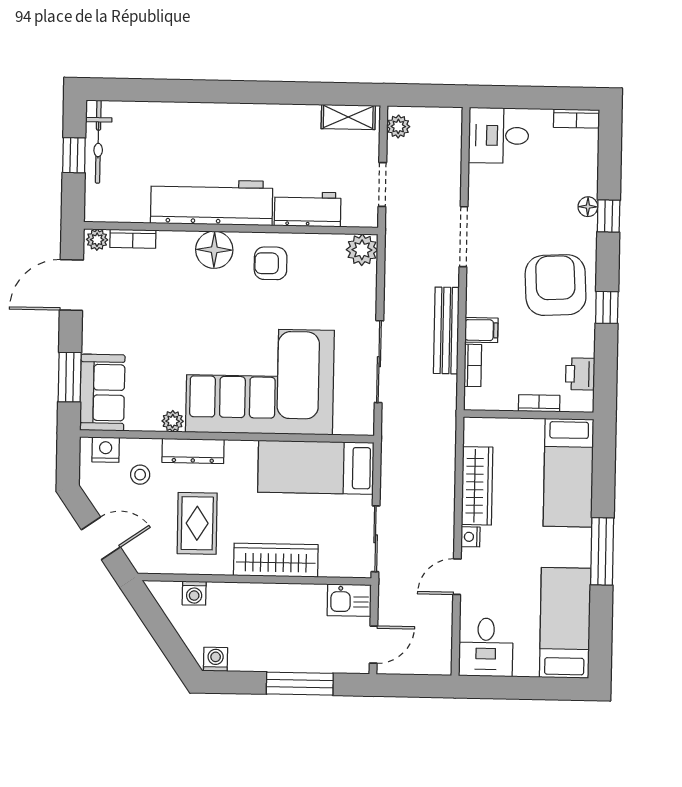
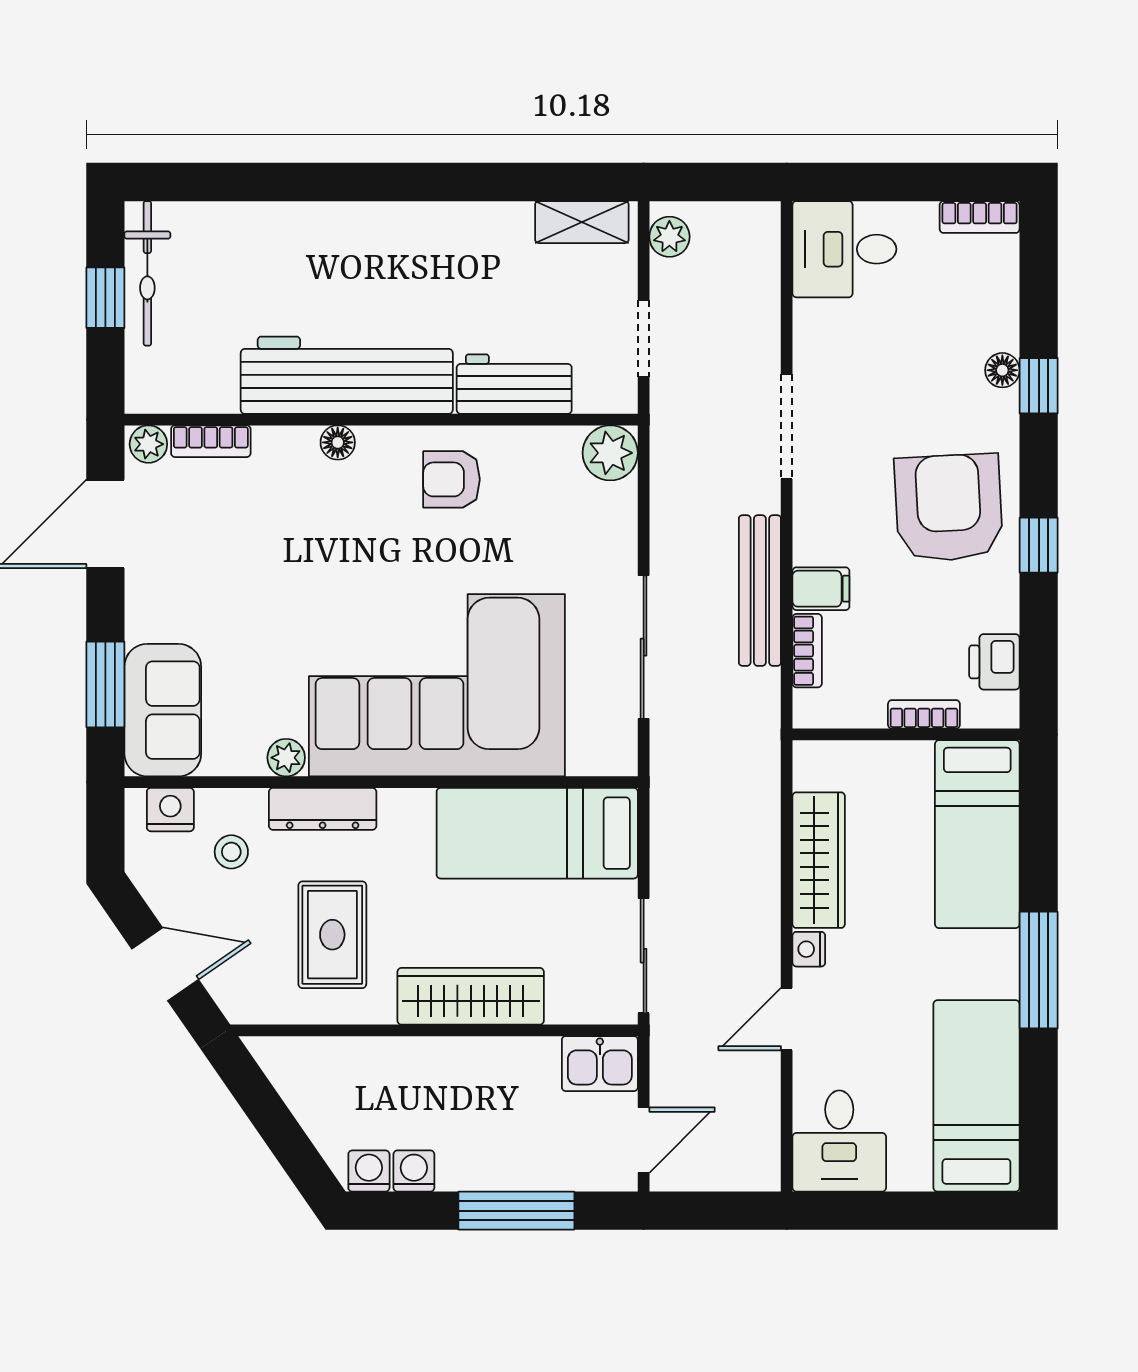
floor lamp: (214, 250) -> (338, 442), width x0.53, depth x0.53
washing machine: (194, 593) -> (414, 1171), moved, turned 180

